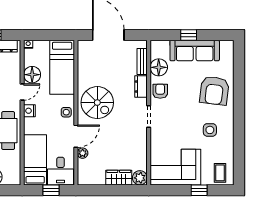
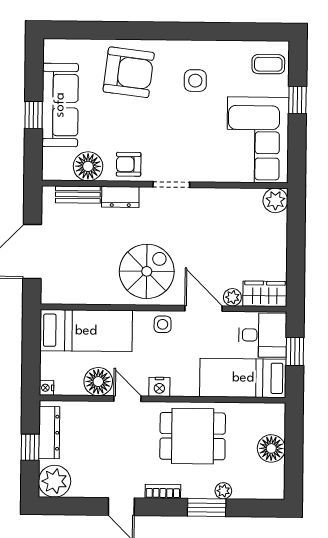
wardrobe: (119, 178) -> (265, 294), moved, turned 90

